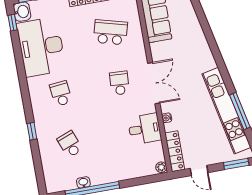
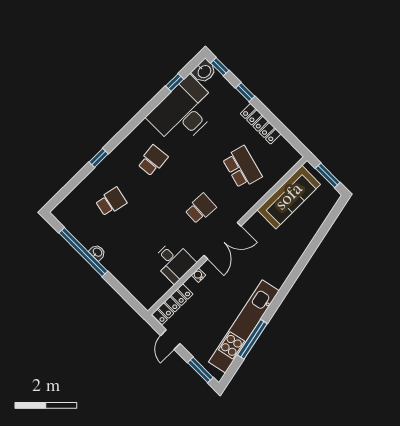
window: (13, 23) -> (175, 83), moved
school desk: (70, 144) -> (111, 202), turned 33
plant: (161, 167) -> (149, 302), removed
washbasin: (83, 182) -> (97, 252), moved

